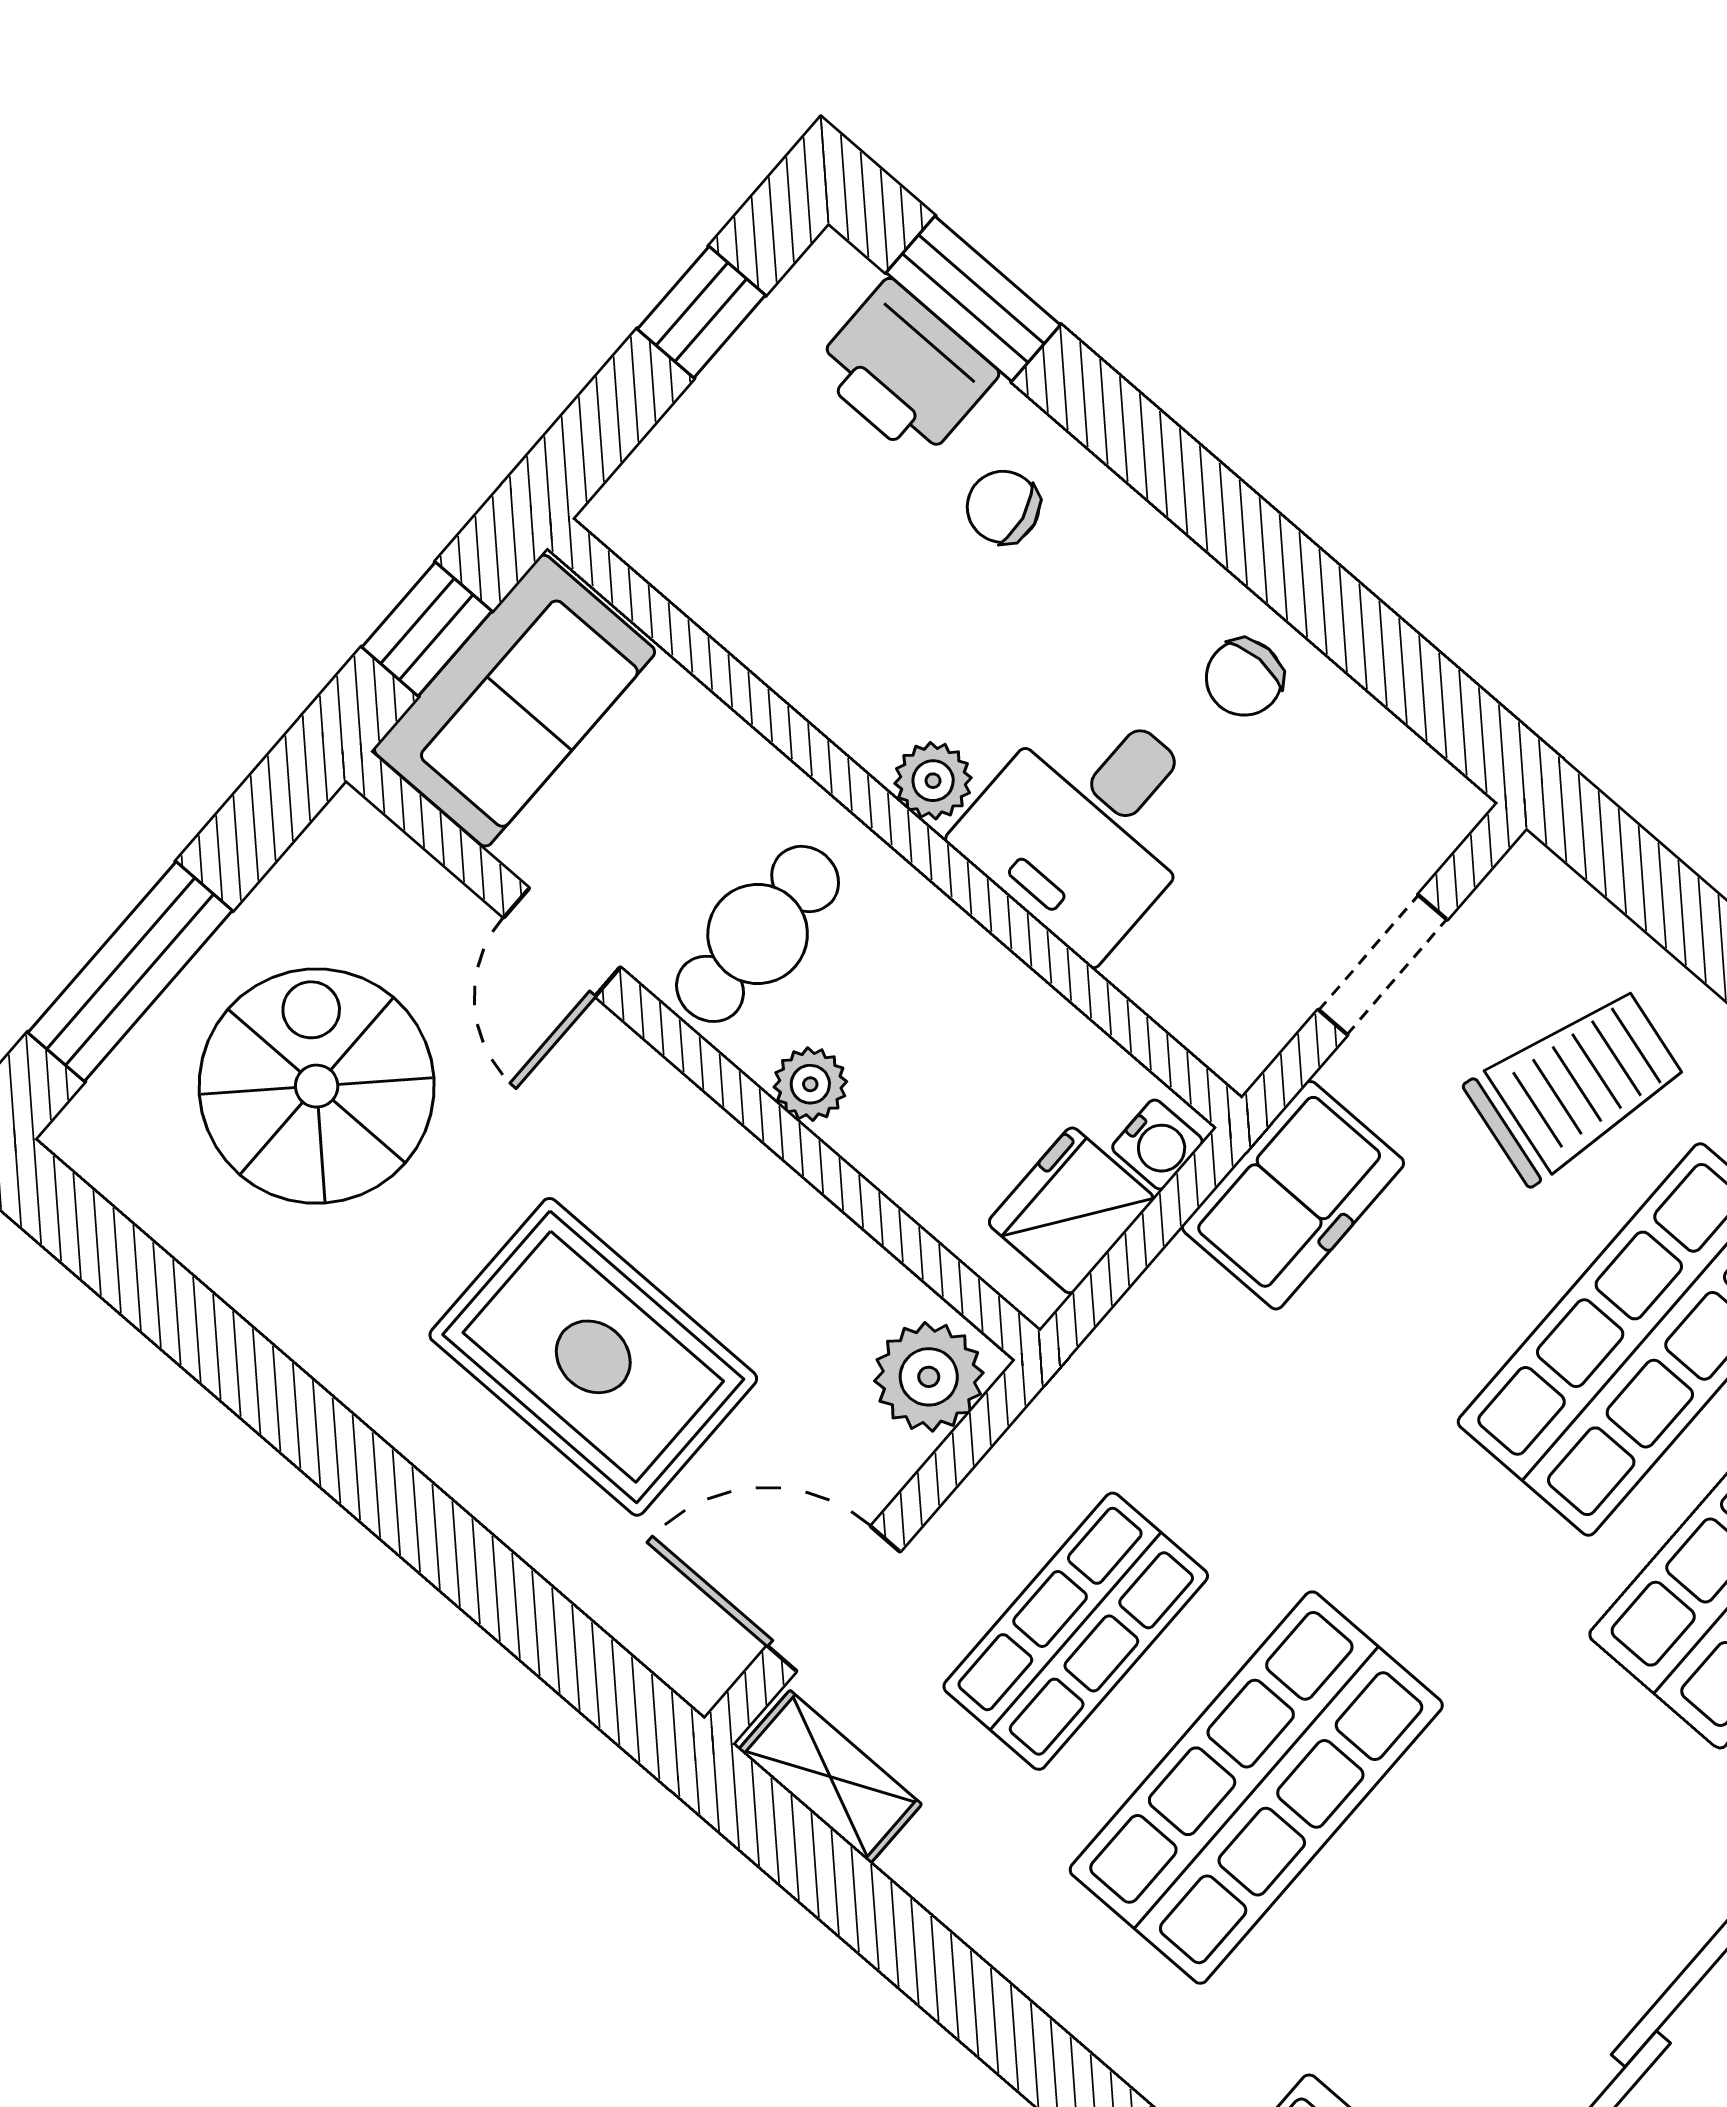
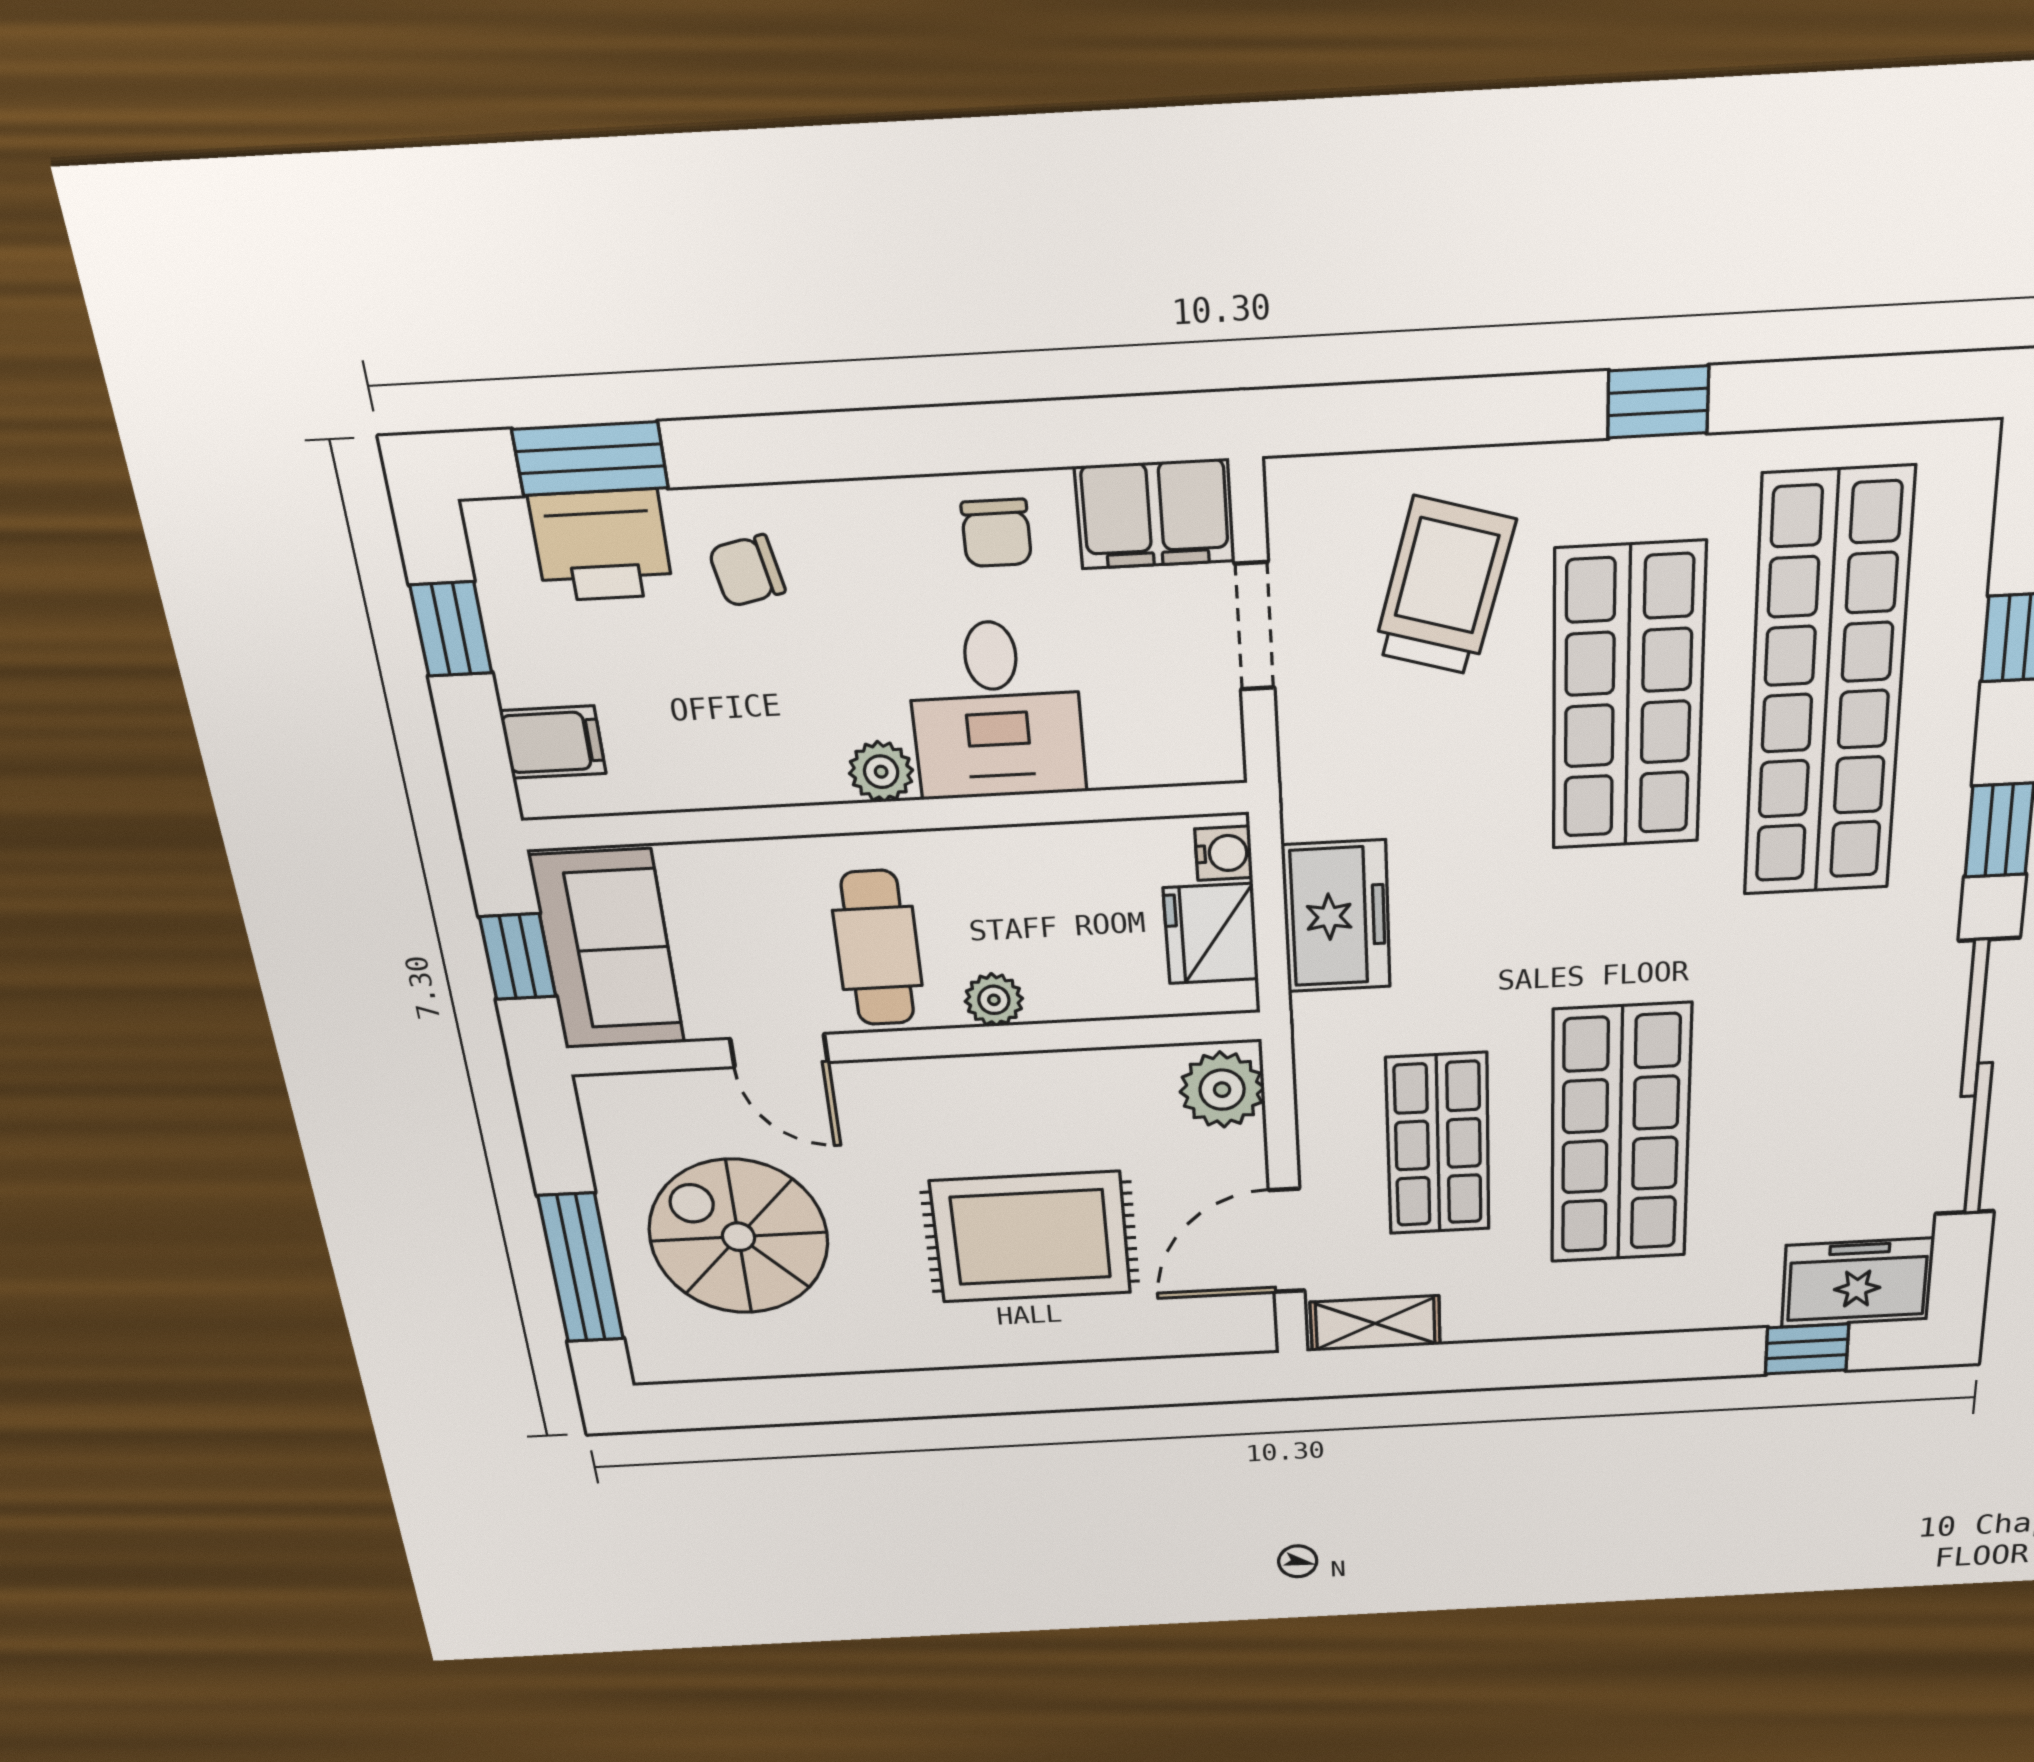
filing cabinet: (678, 482) -> (553, 742), added
filing cabinet: (1392, 789) -> (1155, 514), added
freezer: (1293, 1195) -> (1336, 916), moved

